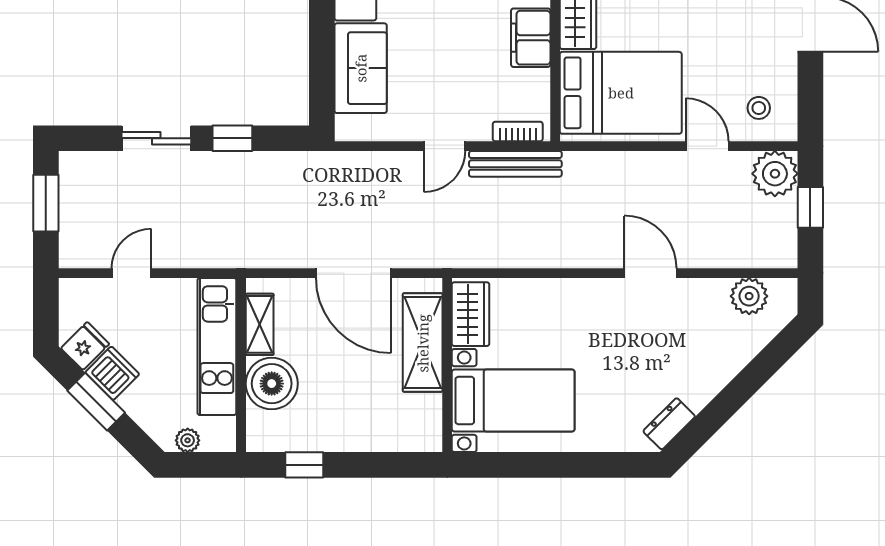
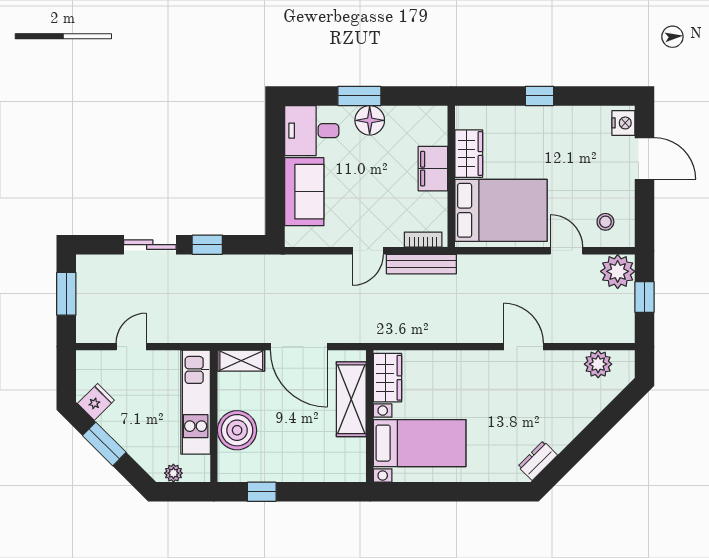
shelving: (260, 324) -> (241, 361), moved, turned 90
dishwasher: (112, 373) -> (116, 422), removed

